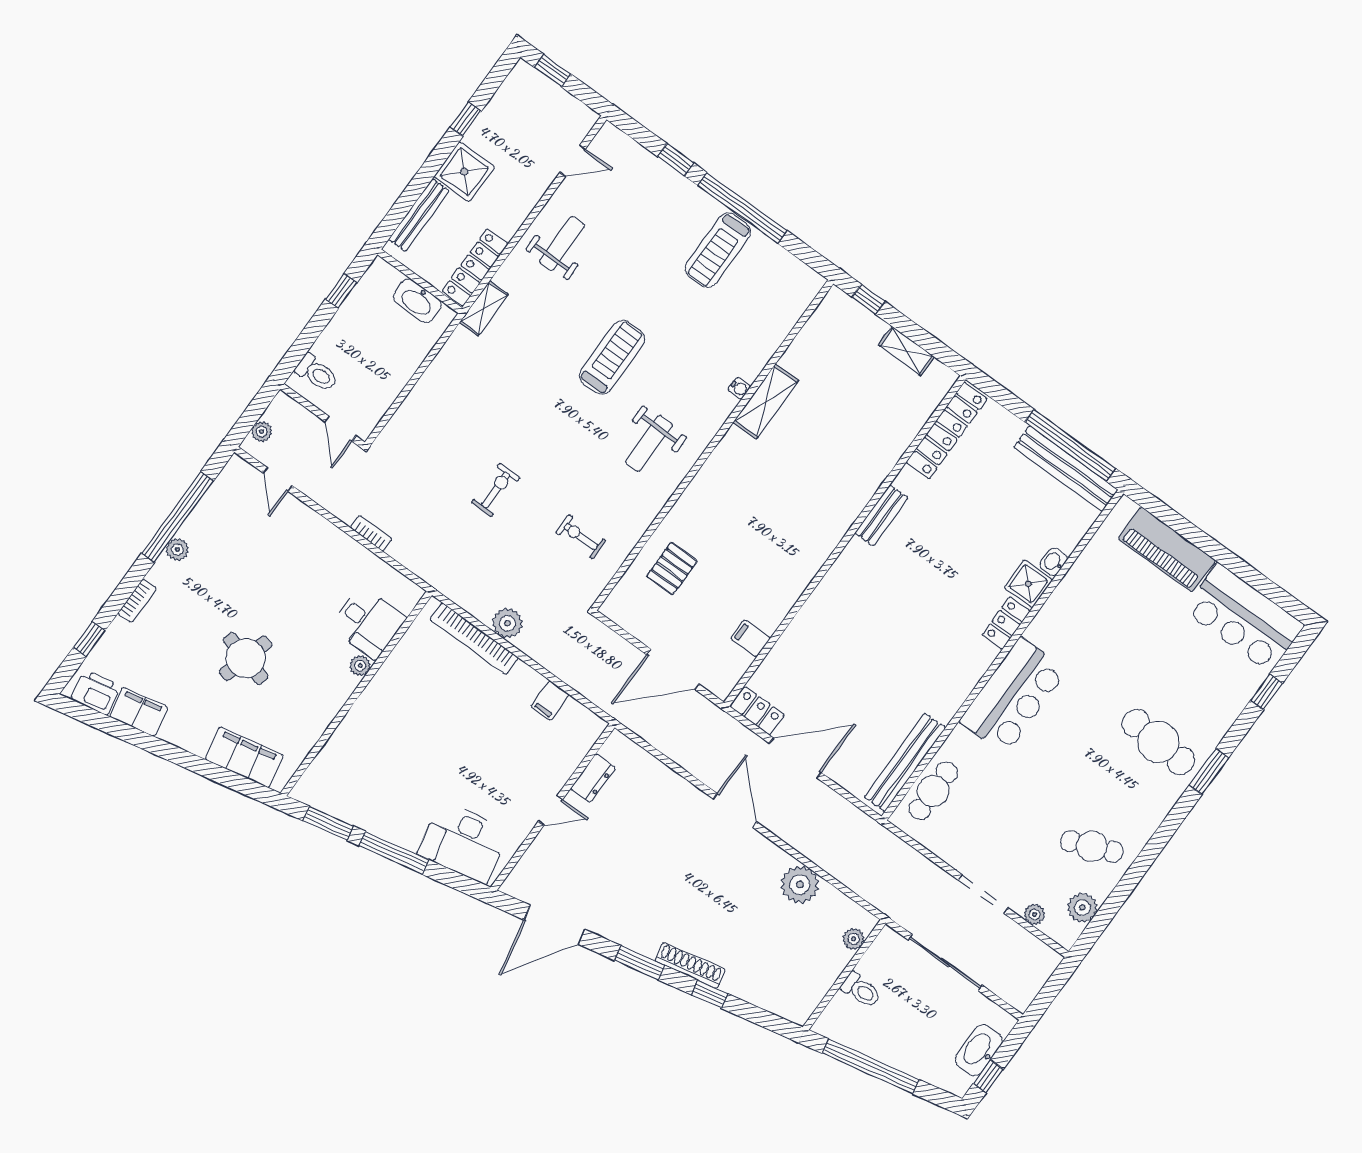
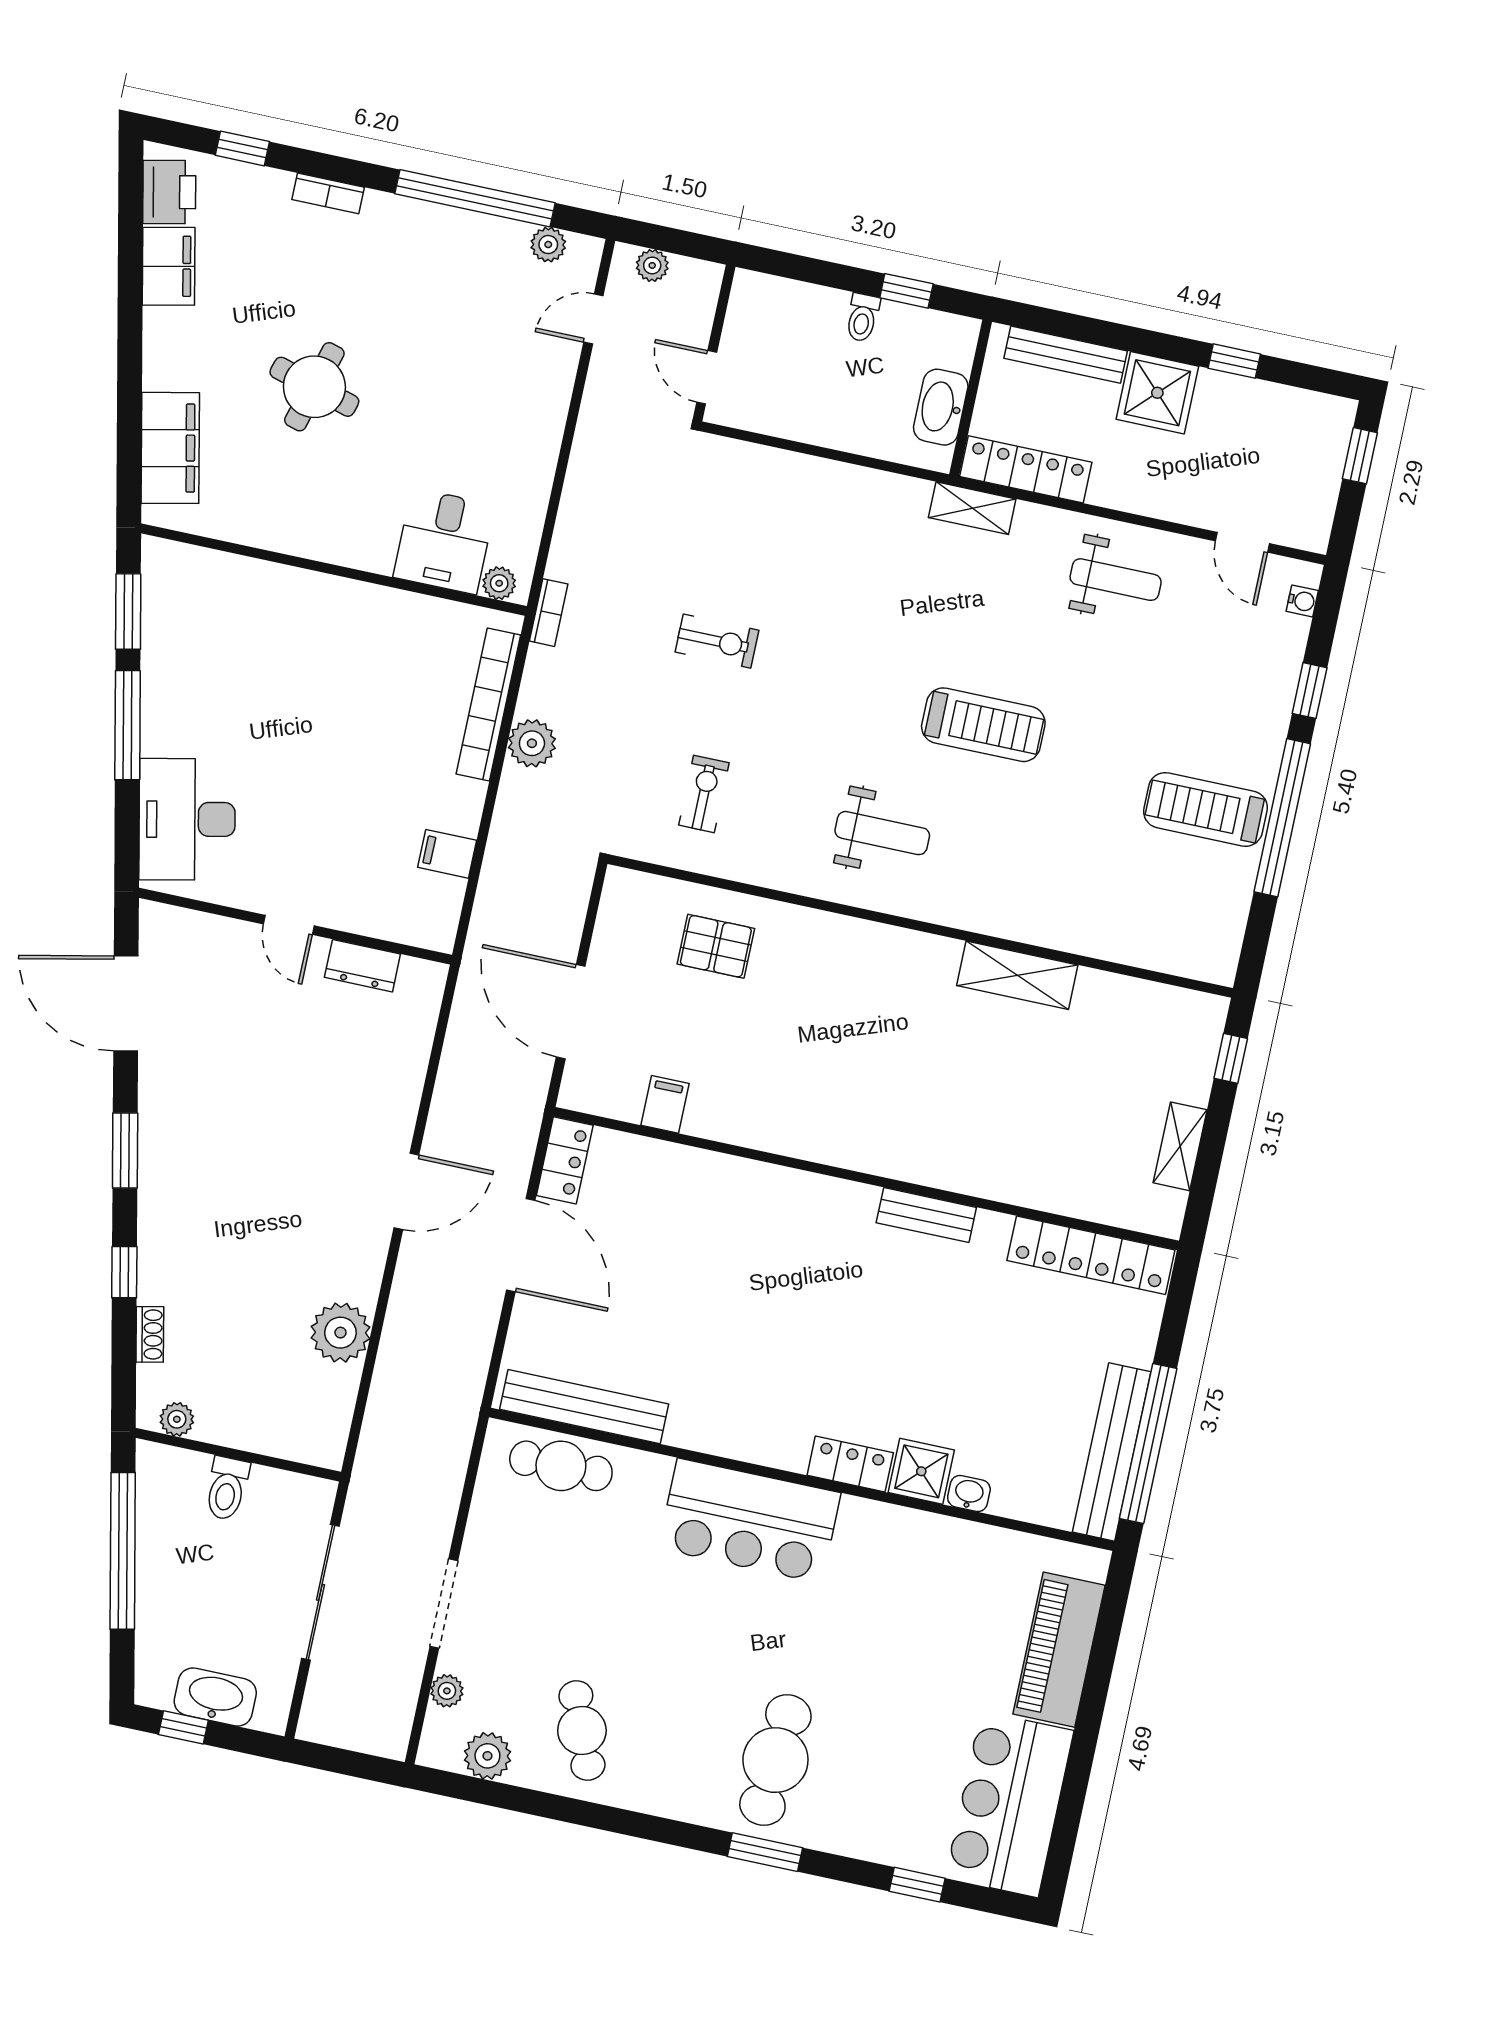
toilet: (317, 373) -> (863, 318), moved, width x0.73, depth x0.72
water cooler: (739, 388) -> (1302, 601), moved, turned -90
door: (340, 429) -> (707, 377), hinge flipped
weight bench: (649, 443) -> (882, 833), turned 180
bookcase: (371, 533) -> (549, 613), moved
plant: (177, 550) -> (548, 245), moved
plant: (360, 666) -> (499, 583), moved
plant: (853, 939) -> (177, 1419), moved
shoe rack: (690, 965) -> (150, 1334), moved, width x0.51, depth x0.81

